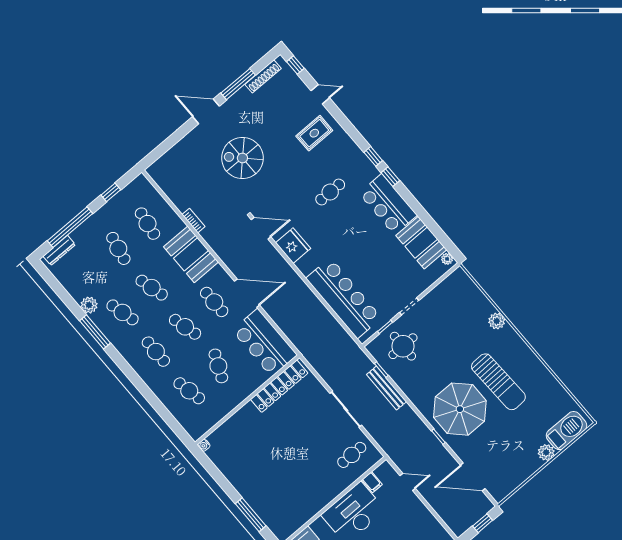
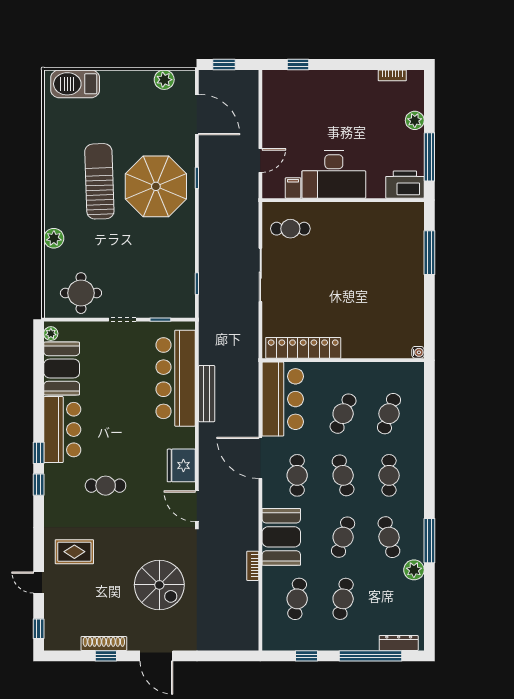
shoe rack: (263, 76) -> (104, 644), moved
window: (238, 84) -> (106, 656), width x0.46
cafe table: (152, 288) -> (343, 537), turned 33
round table: (403, 346) -> (81, 293), moved
bench: (386, 388) -> (207, 394), moved
cafe table: (189, 391) -> (389, 414), turned 30
plant: (546, 452) -> (164, 80), moved
door: (408, 482) -> (260, 160), swing flipped

